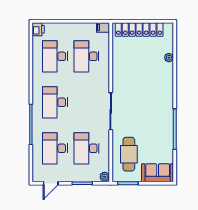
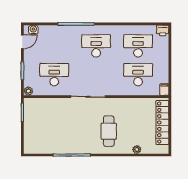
desk: (55, 148) -> (54, 46), removed
cafe table: (129, 154) -> (109, 131), moved, turned 90
water cooler: (37, 171) -> (33, 30), added
sofa: (158, 173) -> (32, 139), removed
door: (51, 183) -> (22, 42), swing flipped

